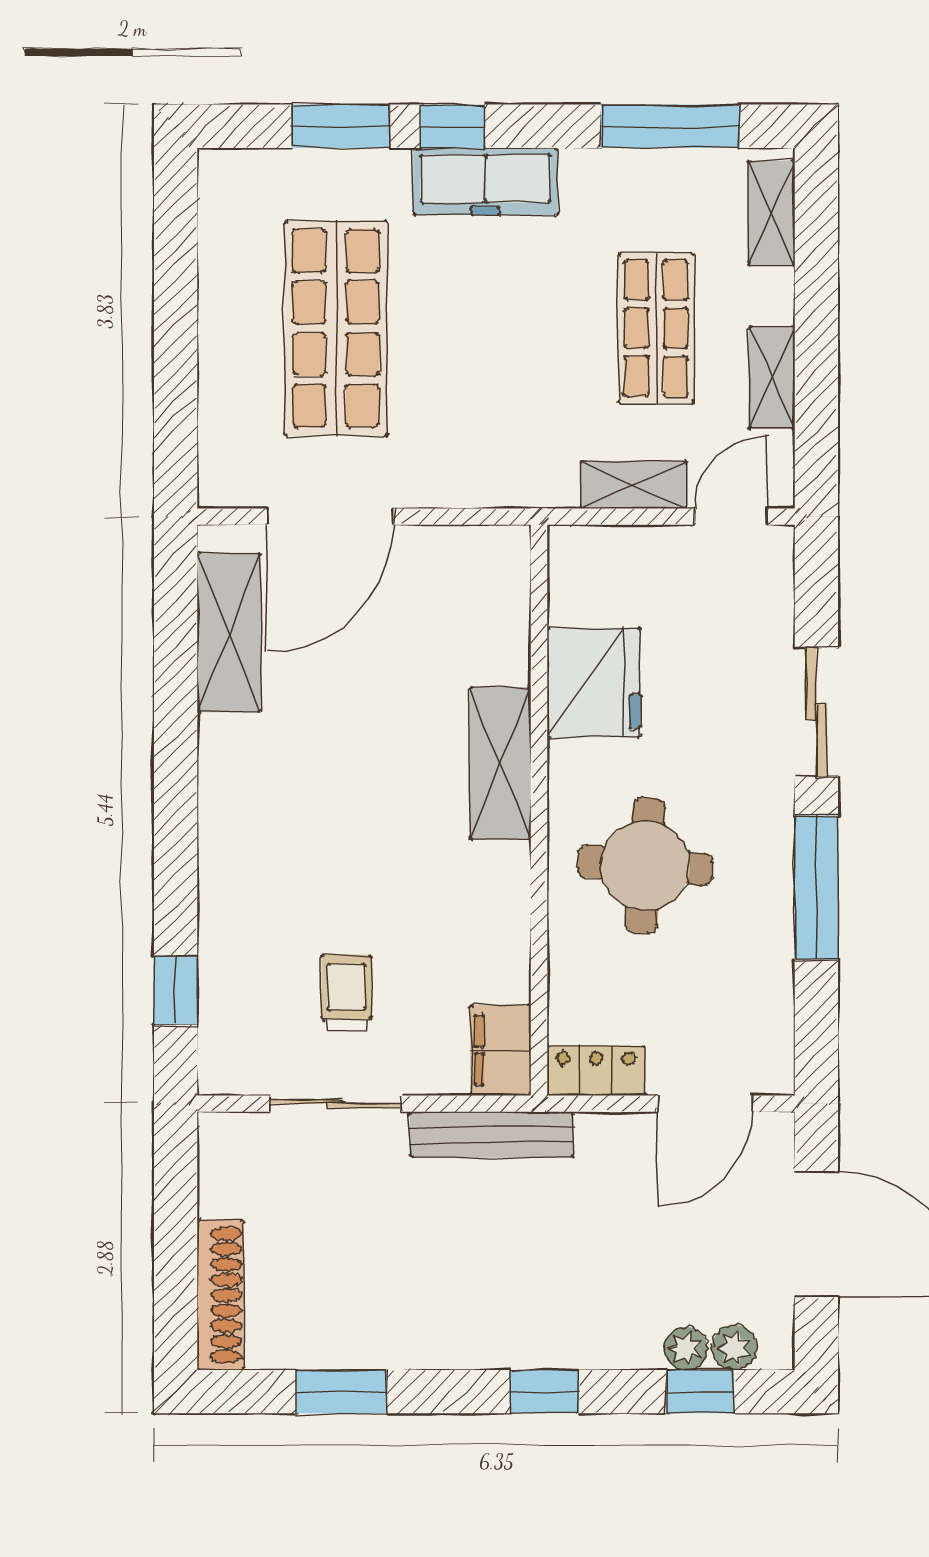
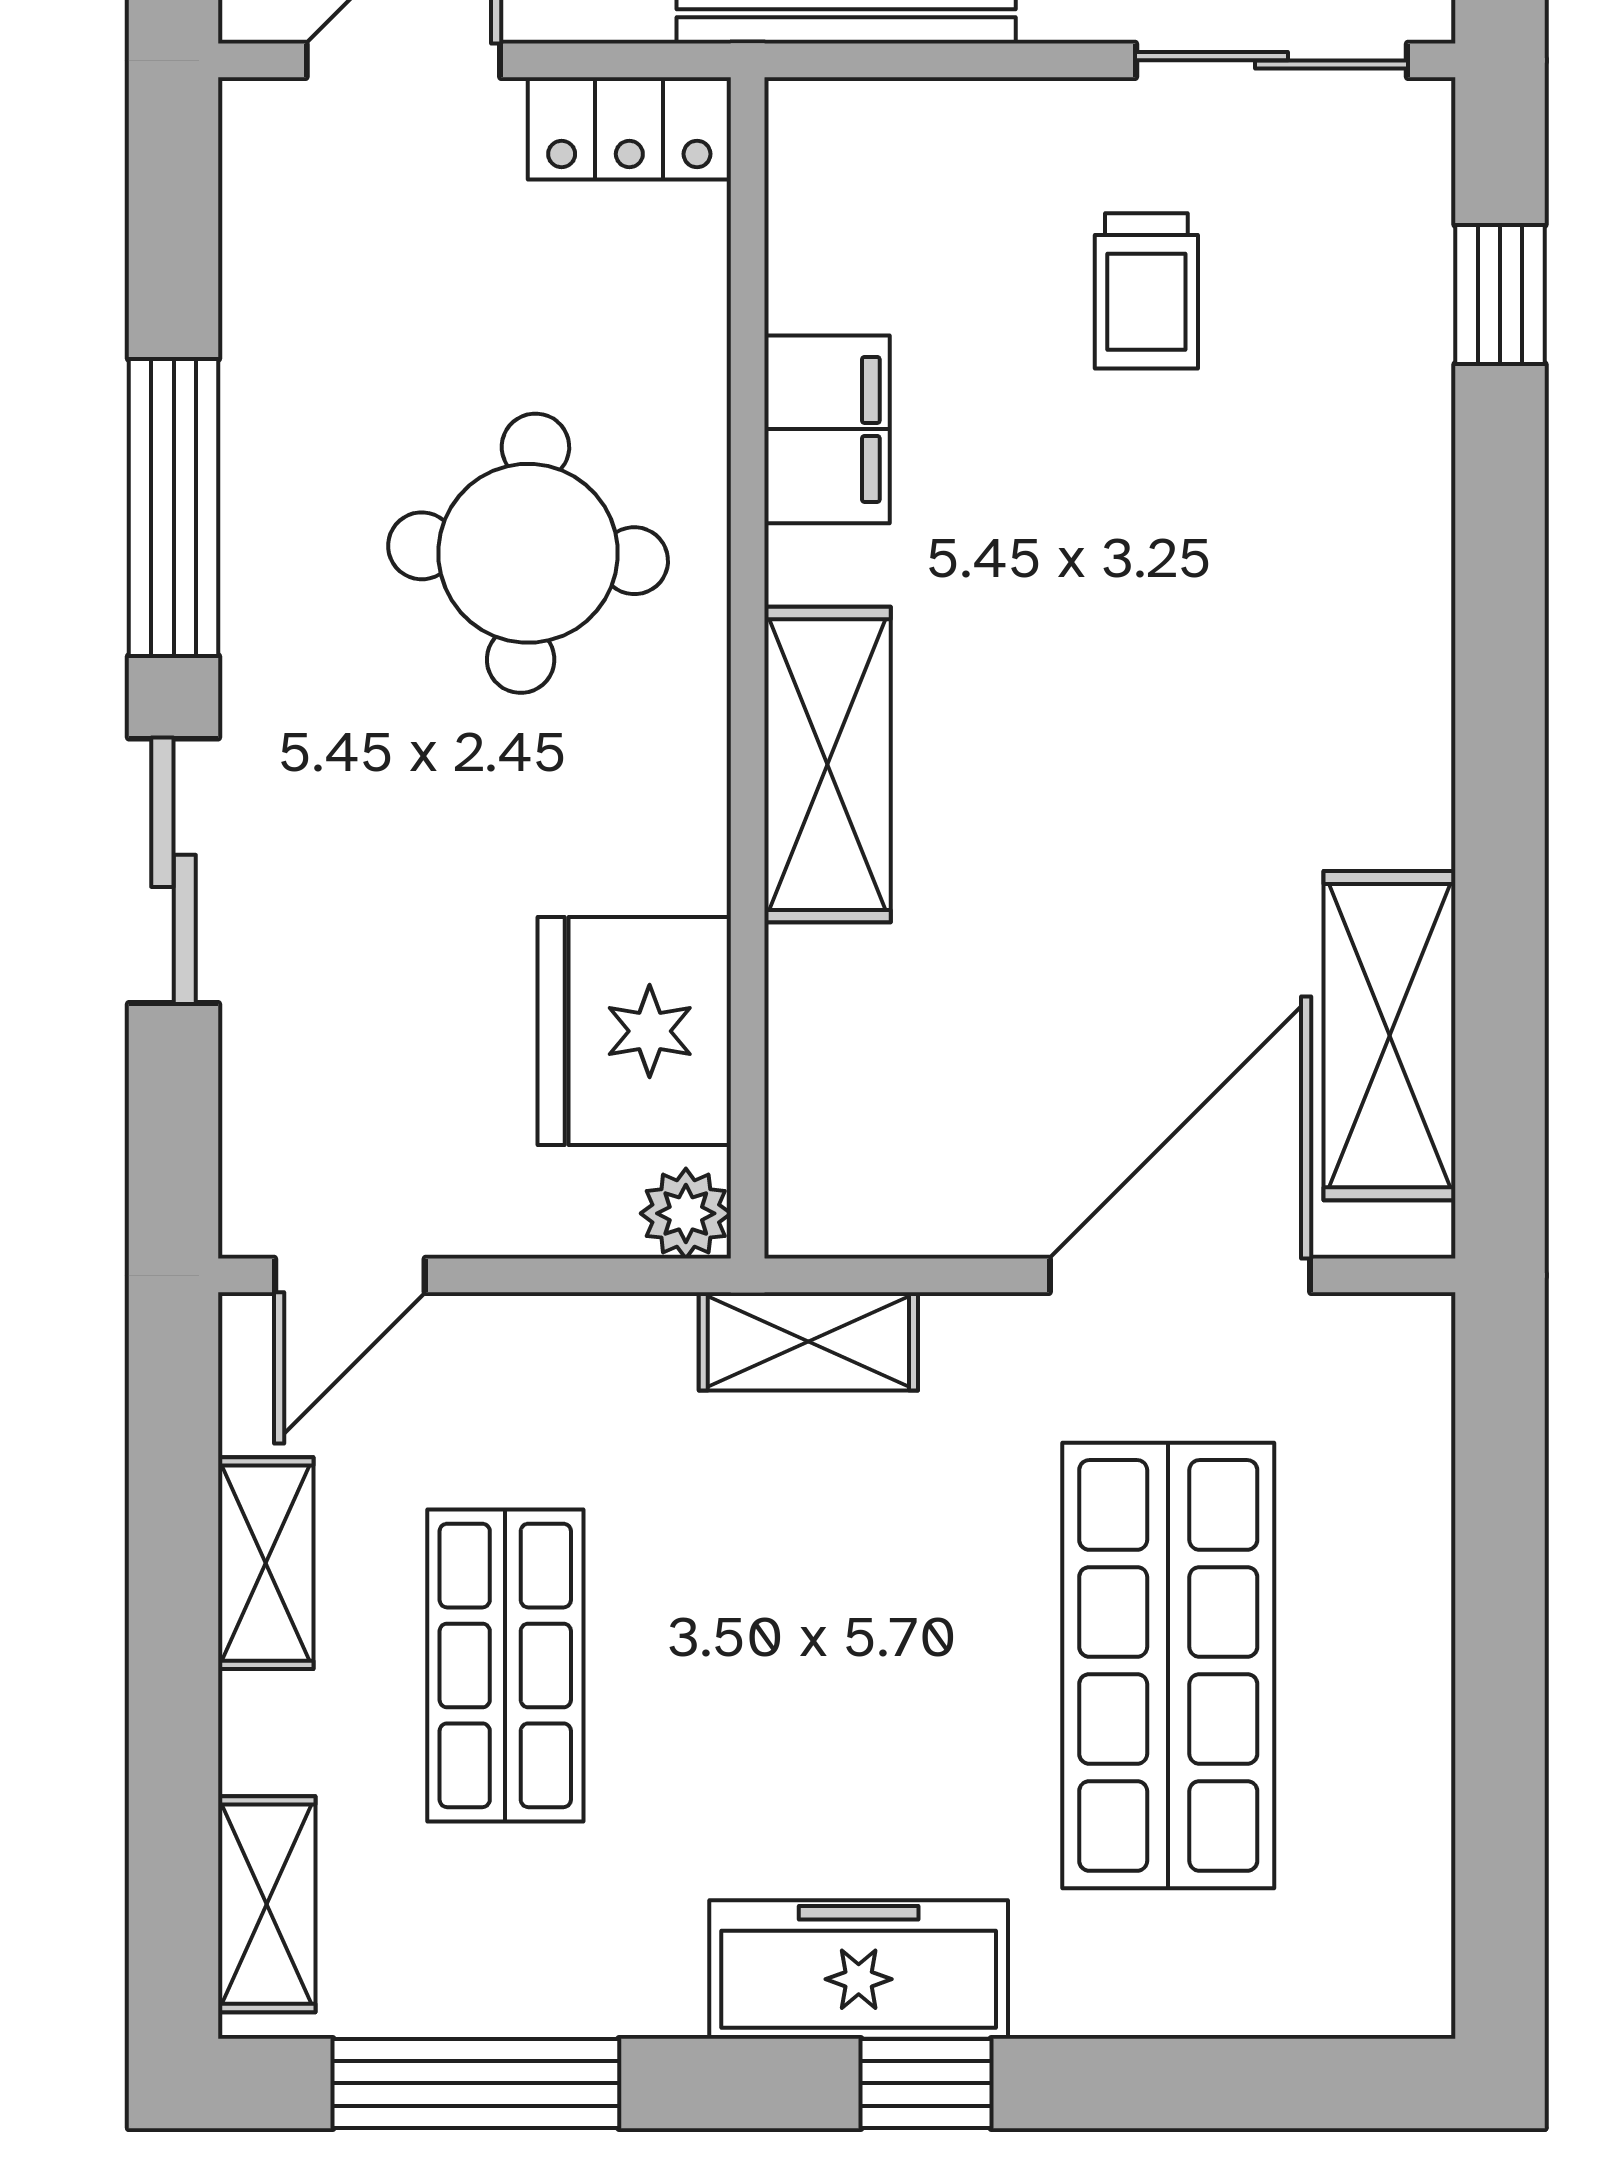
window: (341, 126) -> (1158, 2083), removed
shelving: (634, 485) -> (808, 1341), moved
plant: (569, 547) -> (686, 1213), added
fridge: (594, 683) -> (634, 1031), moved
filing cabinet: (501, 1050) -> (827, 429), moved
sliding door: (335, 1104) -> (1272, 60), moved

